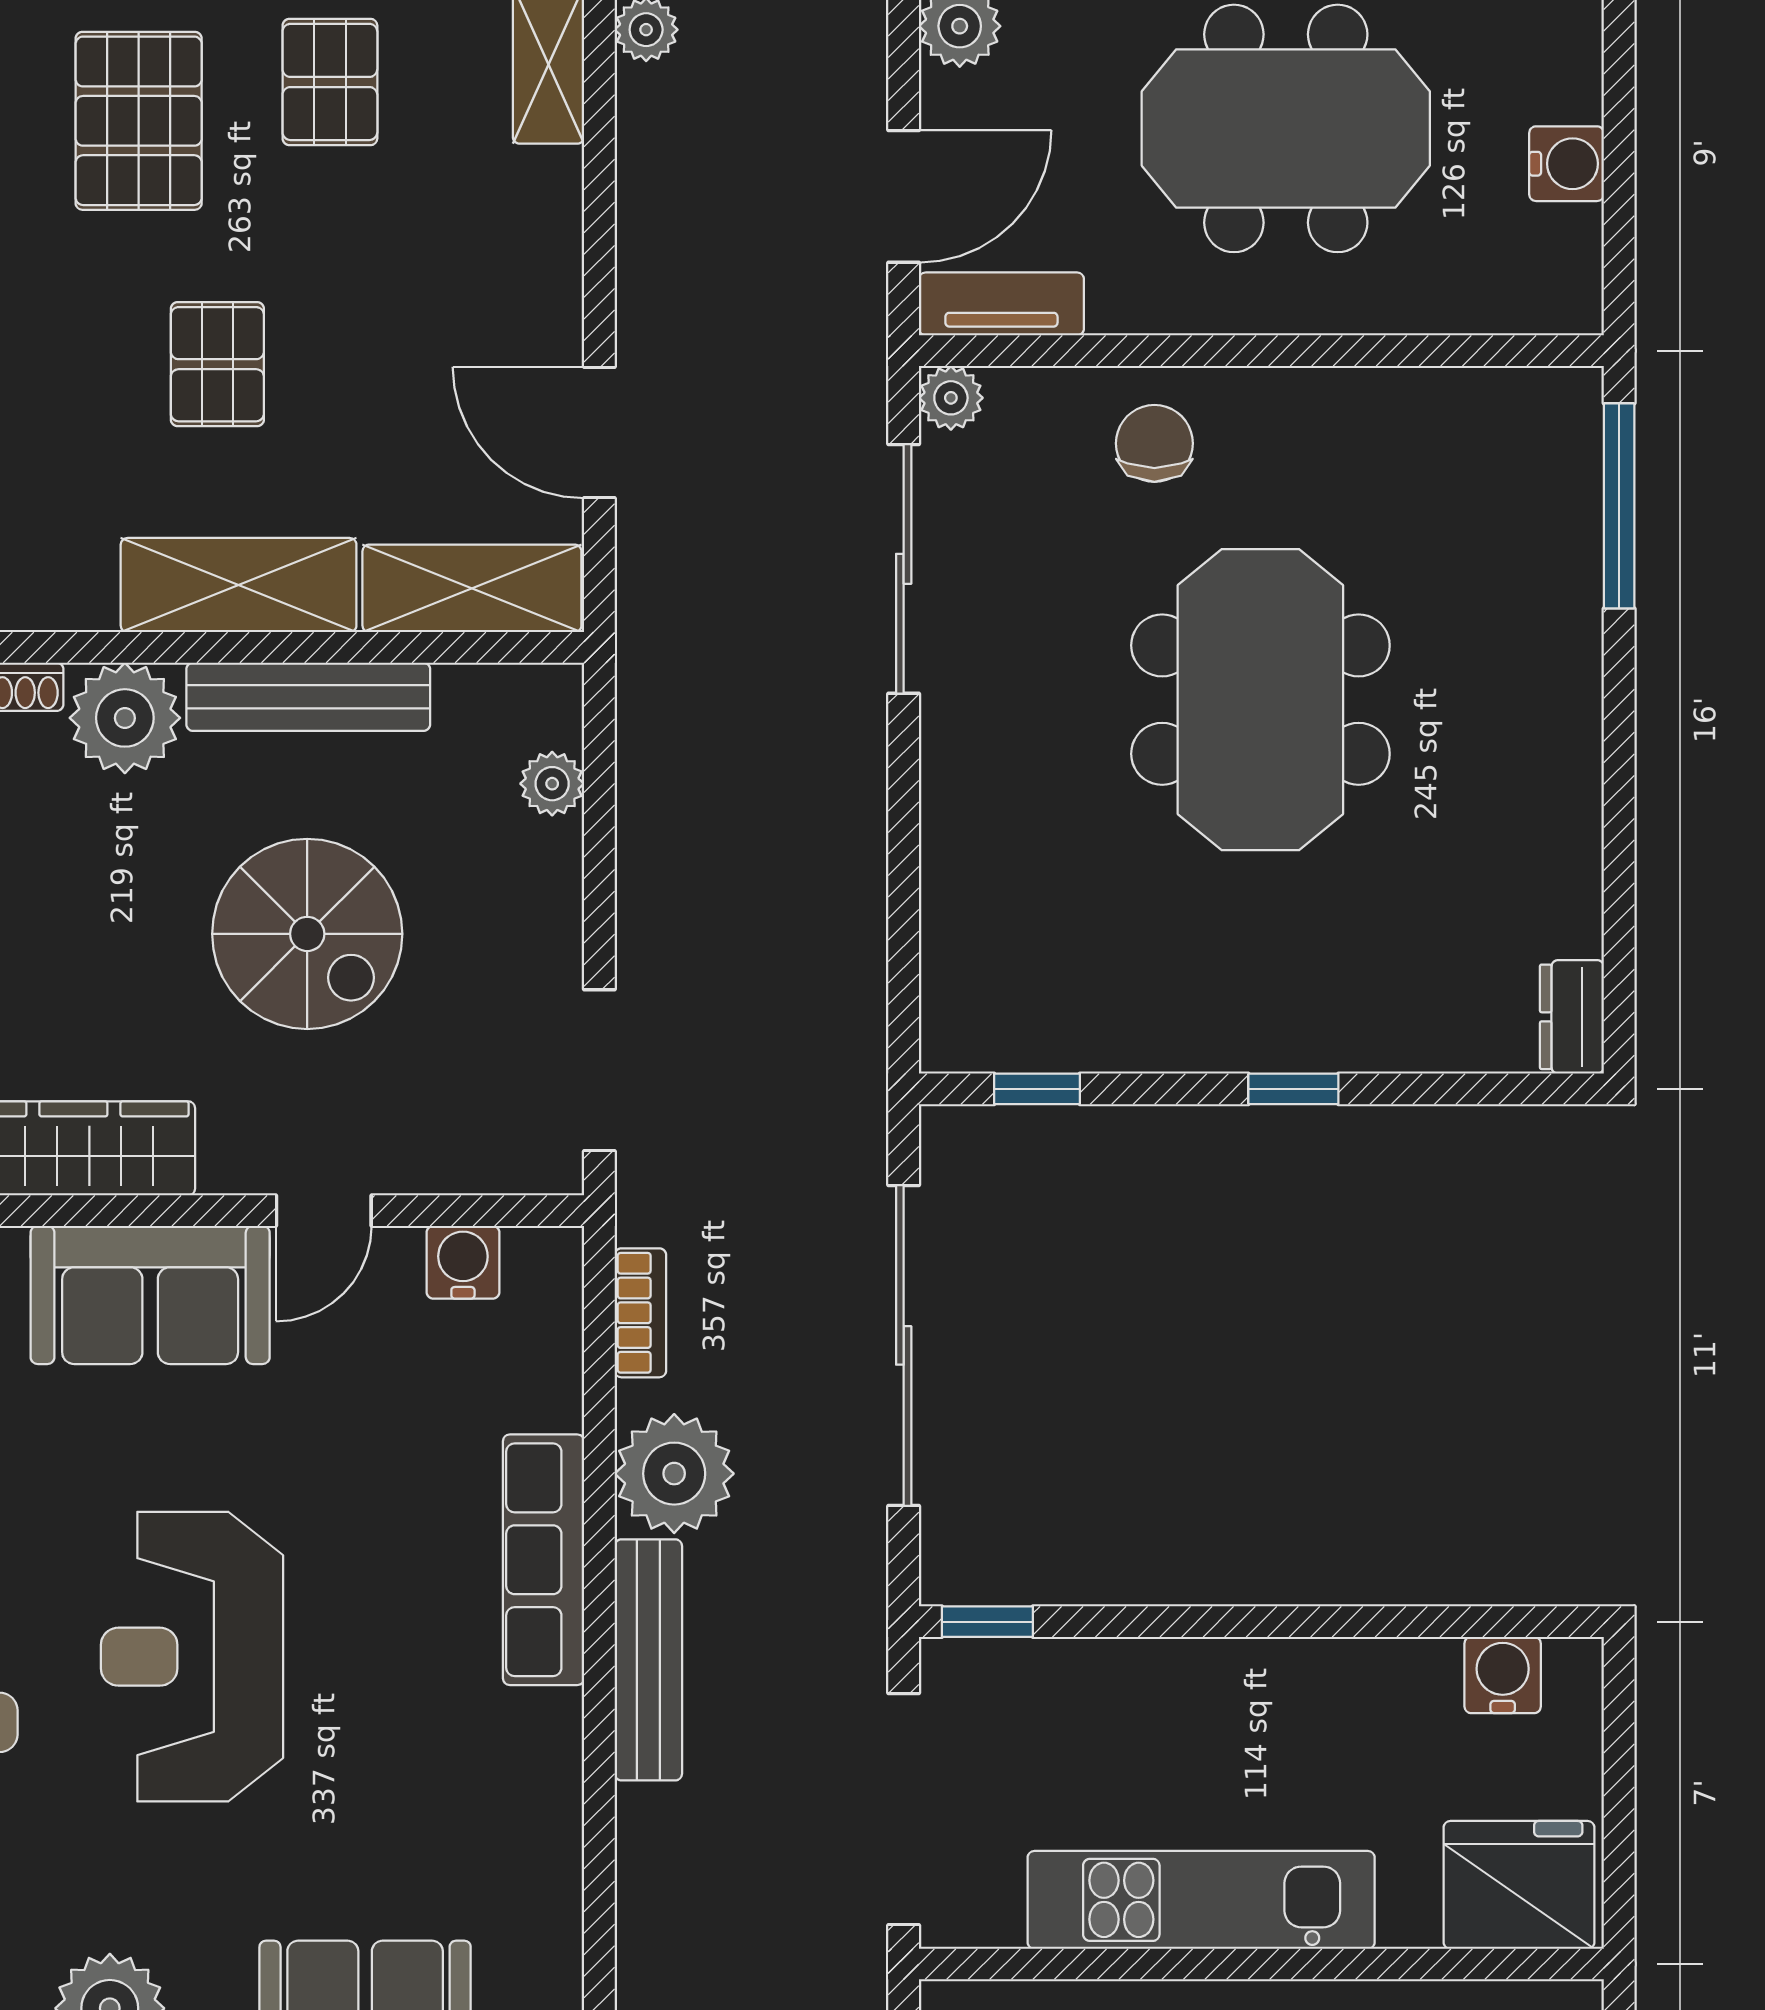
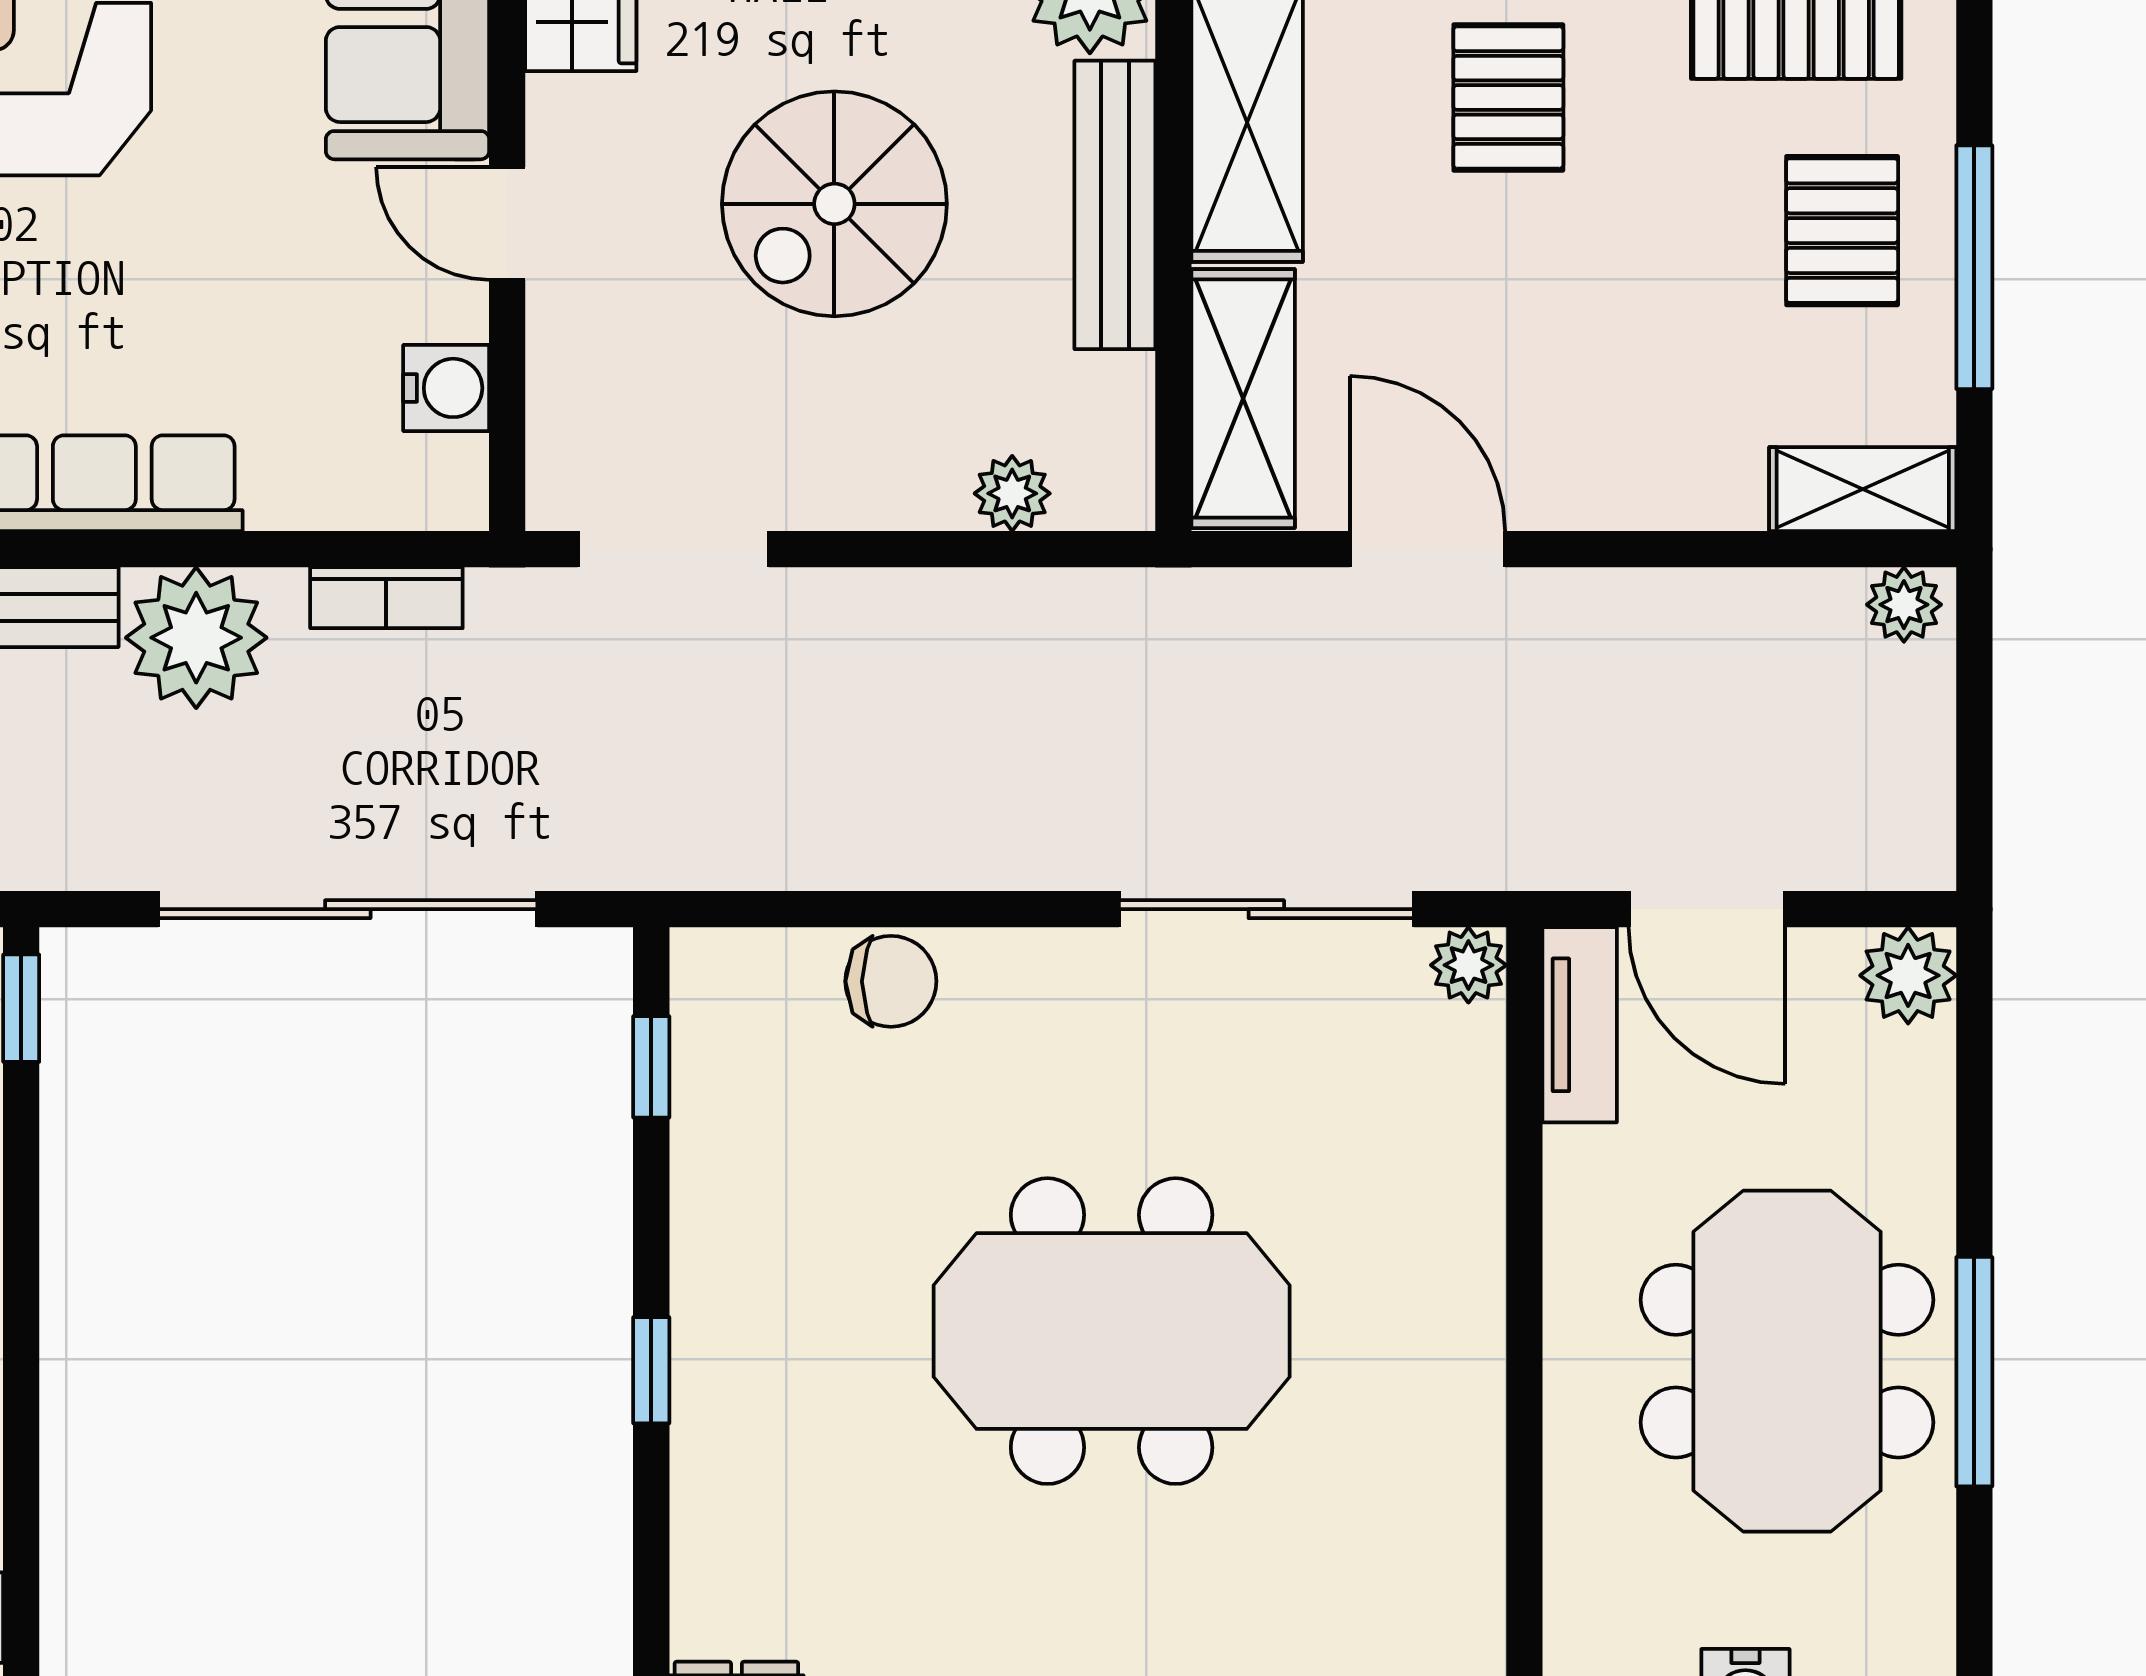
pallet: (330, 82) -> (1842, 231), turned 90
pallet: (217, 364) -> (1508, 97), turned 90
door: (599, 433) -> (1427, 549), hinge flipped
chair: (1154, 443) -> (891, 981), moved

